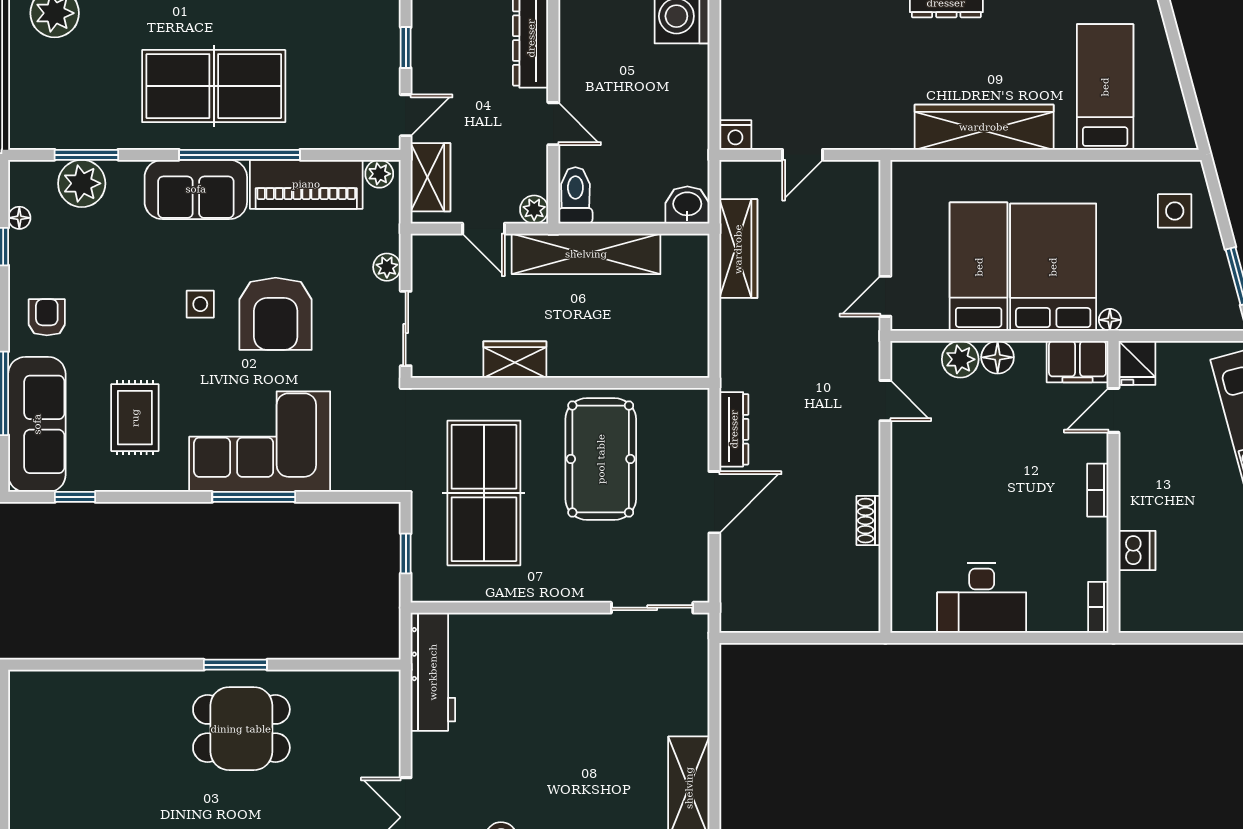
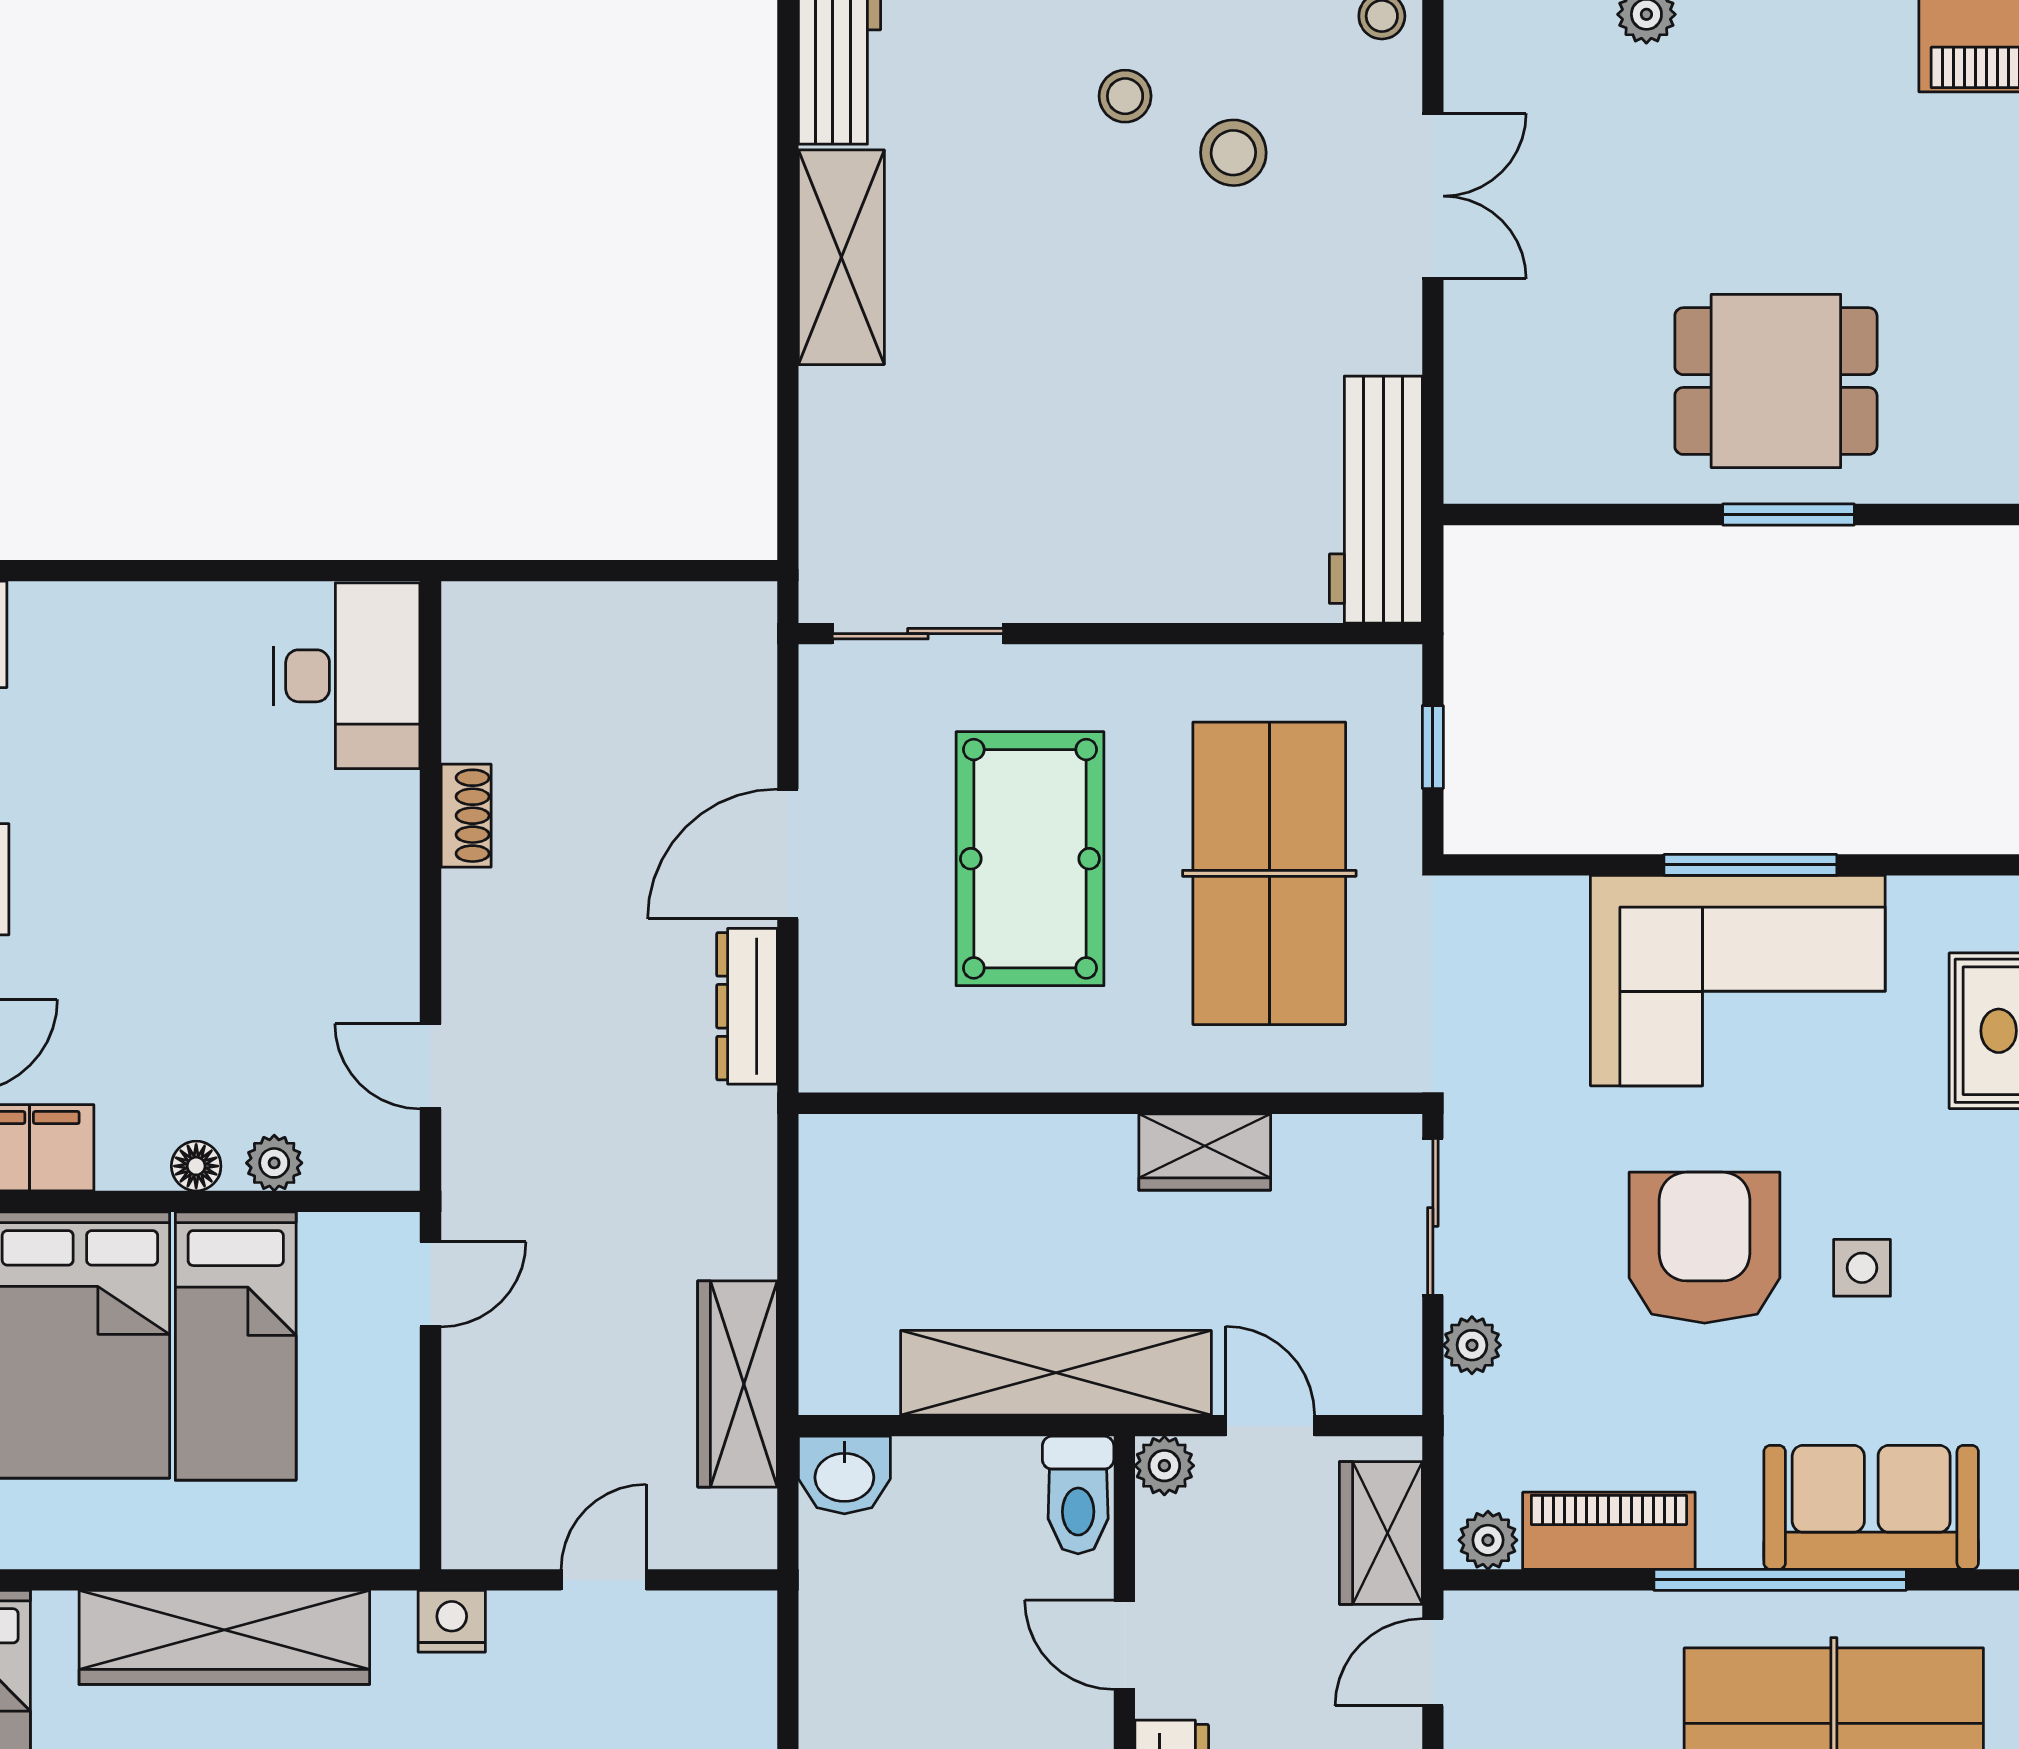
nightstand: (735, 135) -> (452, 1621), moved
piano: (306, 184) -> (1609, 1531), width x0.73, depth x0.75
floor lamp: (998, 357) -> (196, 1166), width x0.73, depth x0.73
plant: (960, 359) -> (274, 1163), width x0.73, depth x0.73
pool table: (601, 459) -> (1030, 859), moved
desk: (982, 598) -> (347, 676), moved, turned 90

